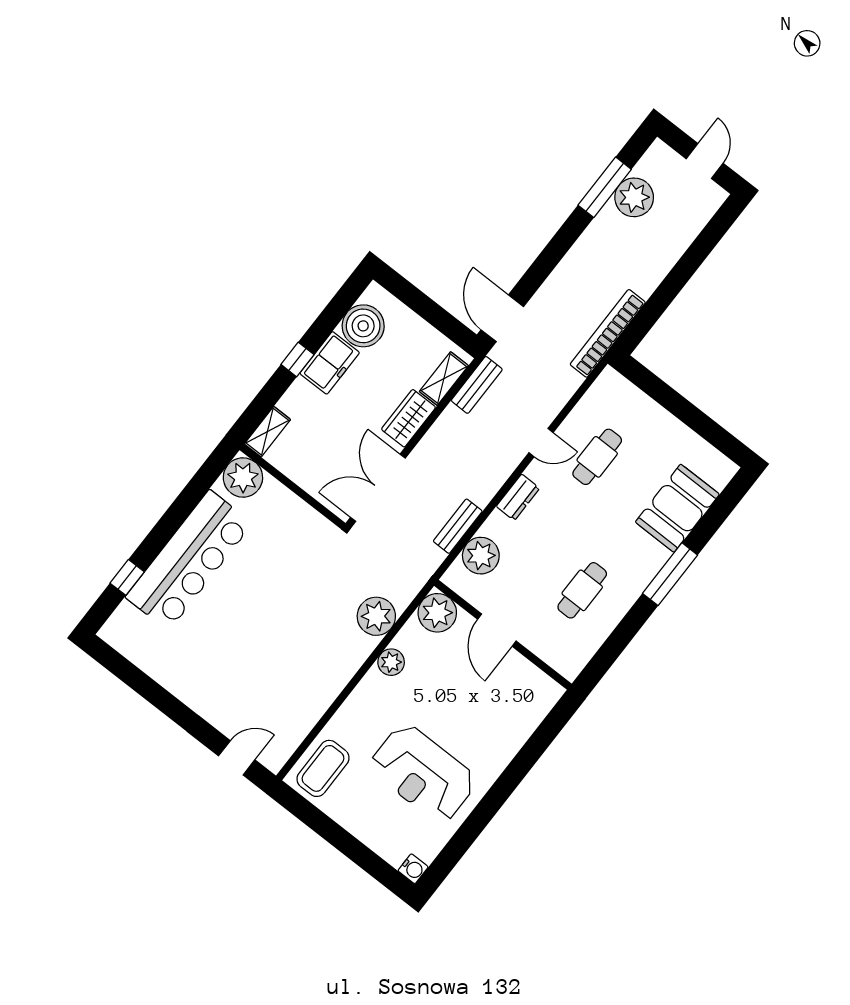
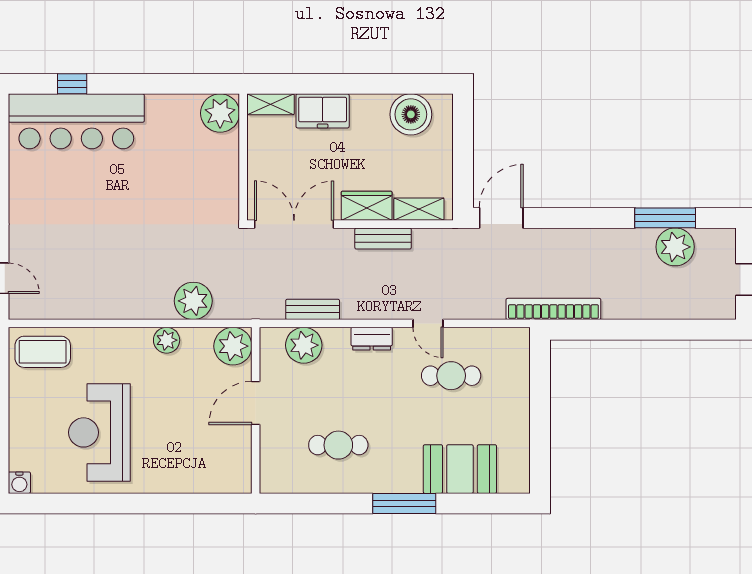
window: (297, 360) -> (345, 84), removed
freezer: (330, 363) -> (323, 111), moved
bench: (477, 385) -> (383, 239), moved
bar counter: (189, 560) -> (76, 121), moved

